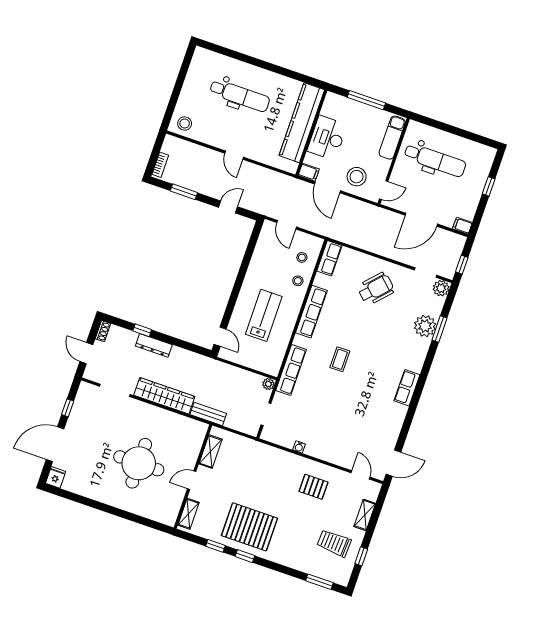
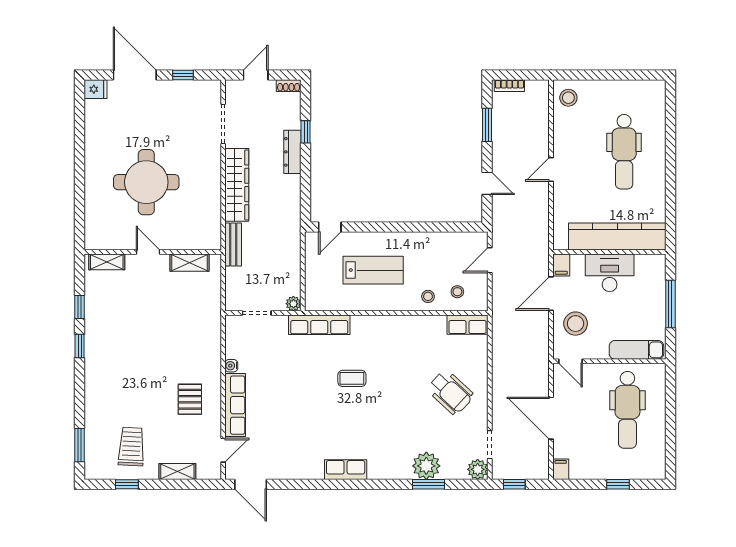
row of seats: (311, 312) -> (235, 405), moved, turned -90
pallet: (249, 527) -> (116, 340), removed

